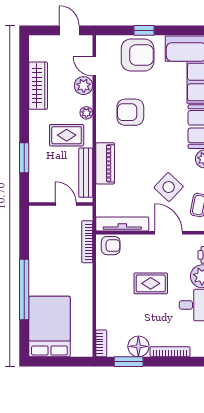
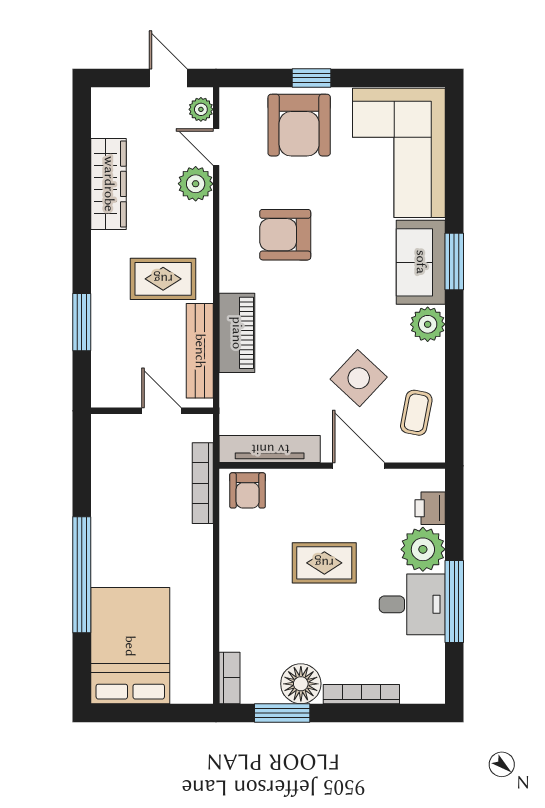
armchair: (138, 55) -> (299, 125), turned 90
plant: (86, 113) -> (201, 109), moved
armchair: (111, 246) -> (248, 490), turned 90

